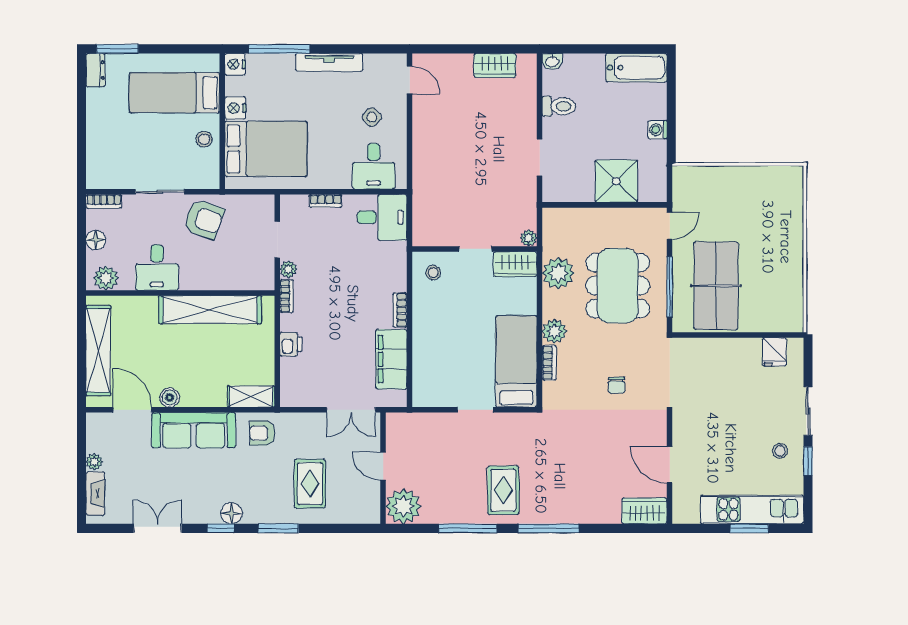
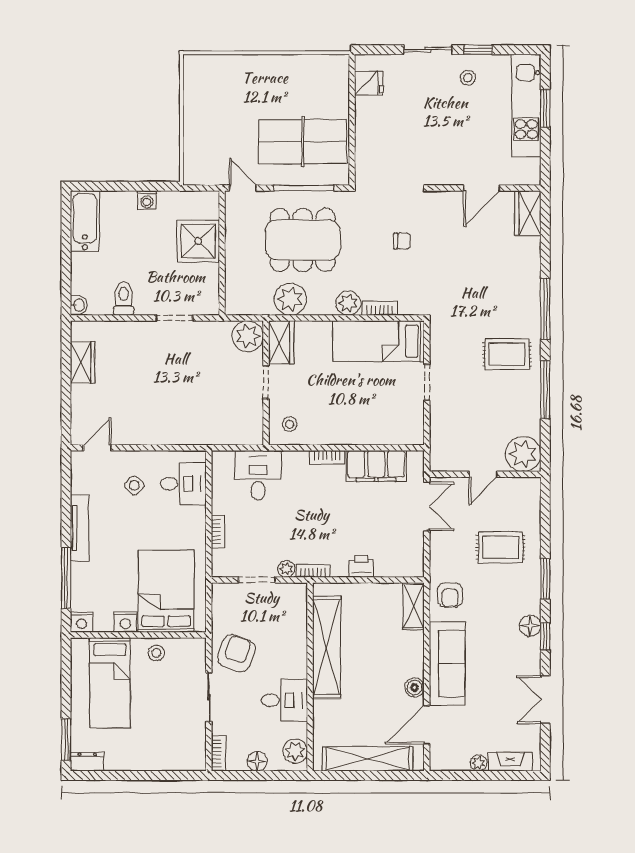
desk: (382, 217) -> (258, 475), moved
plant: (529, 238) -> (248, 336), width x1.88, depth x1.88

